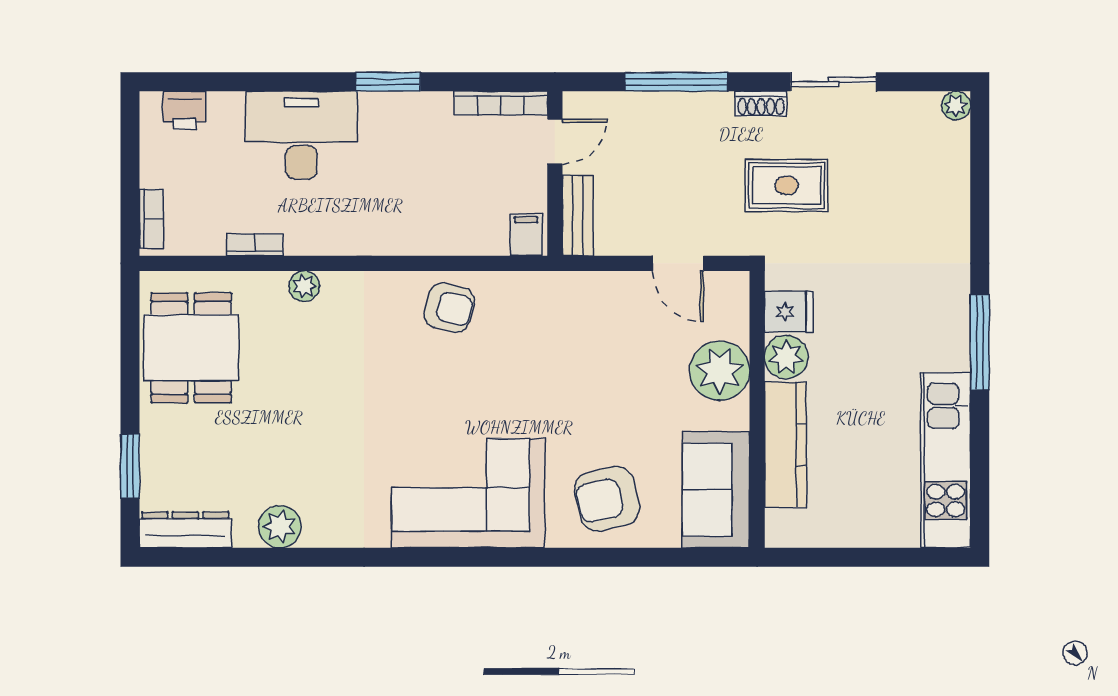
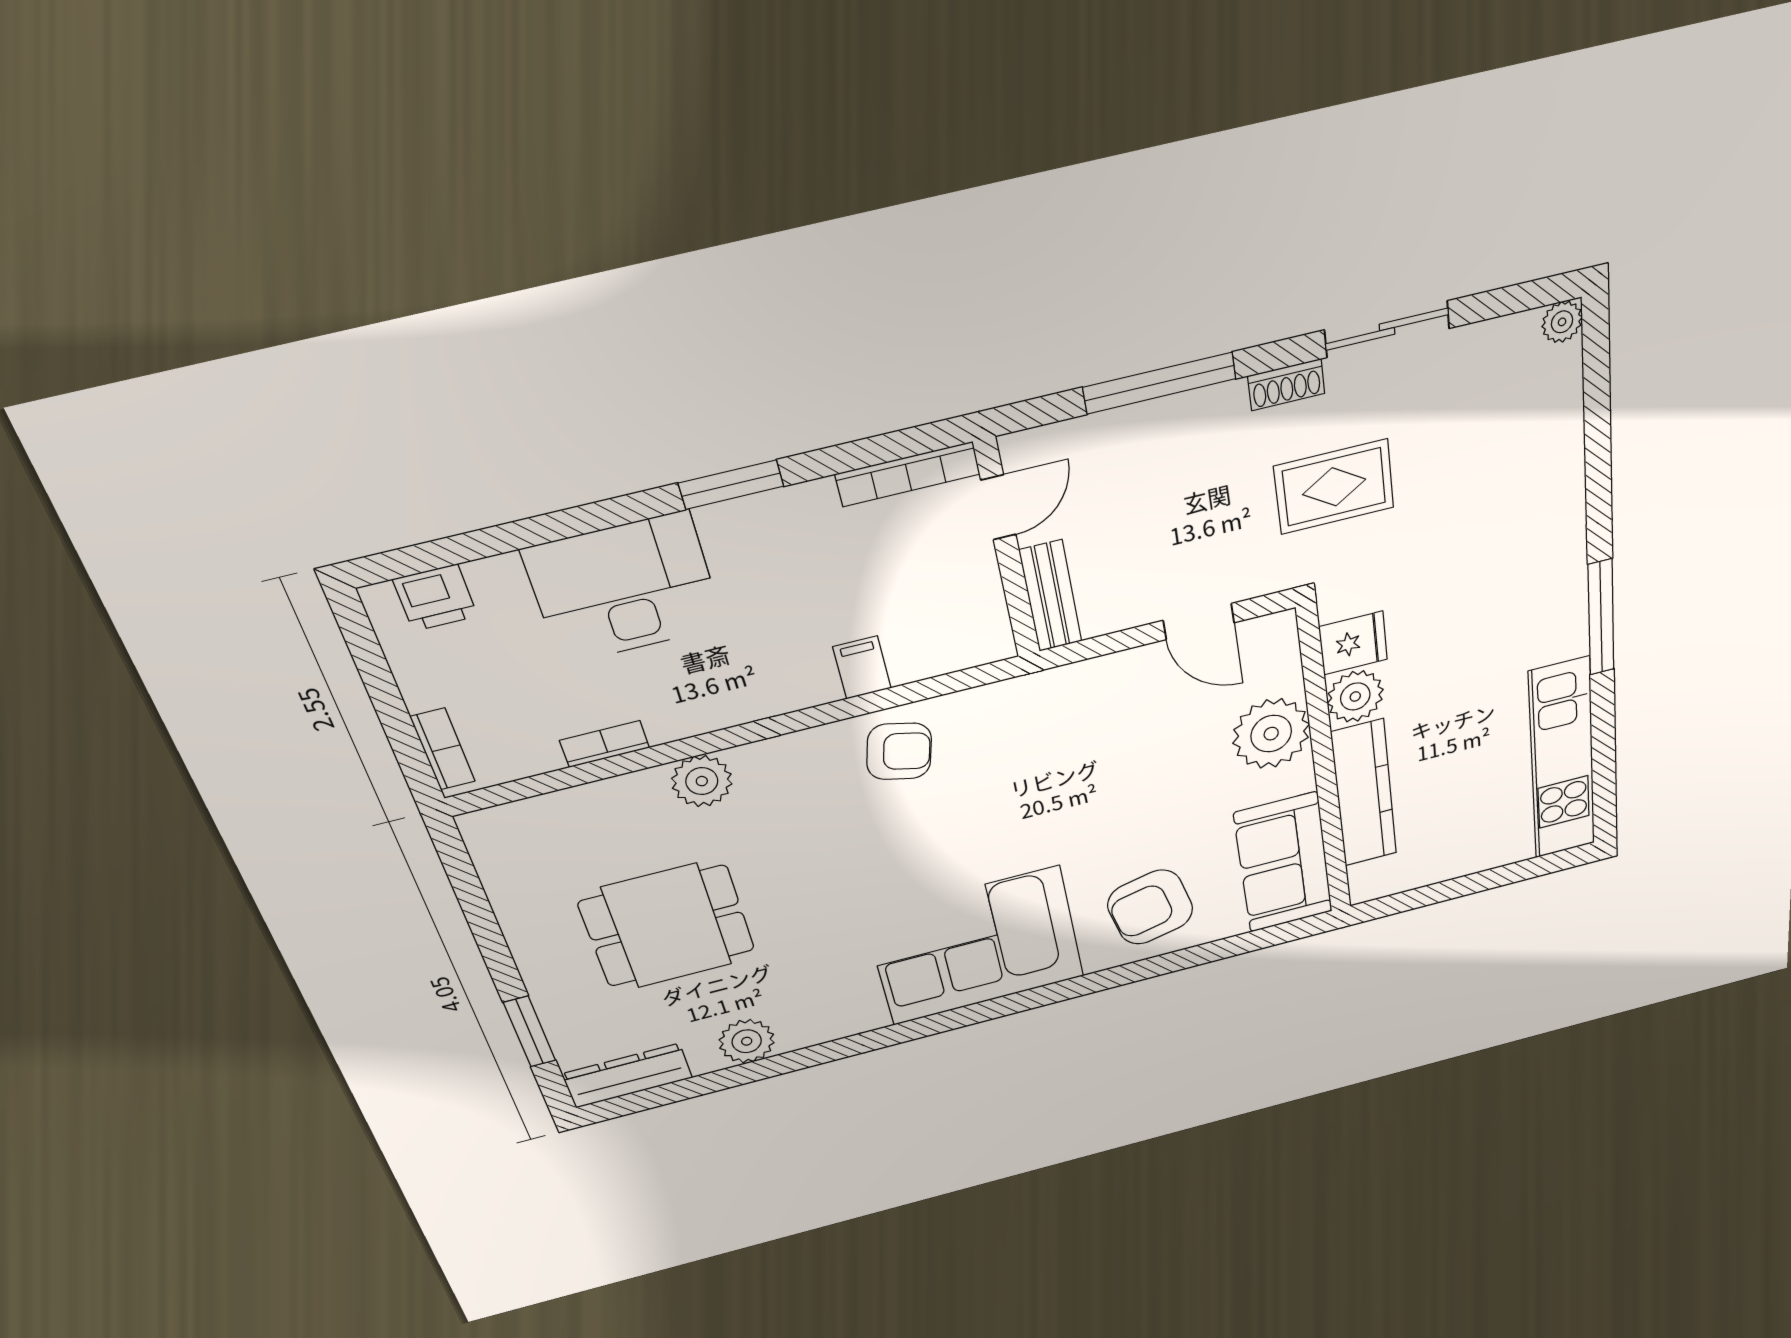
filing cabinet: (526, 235) -> (862, 668), moved
plant: (304, 286) -> (702, 781), width x1.38, depth x1.38
dining table: (191, 348) -> (667, 926), moved, turned 90

